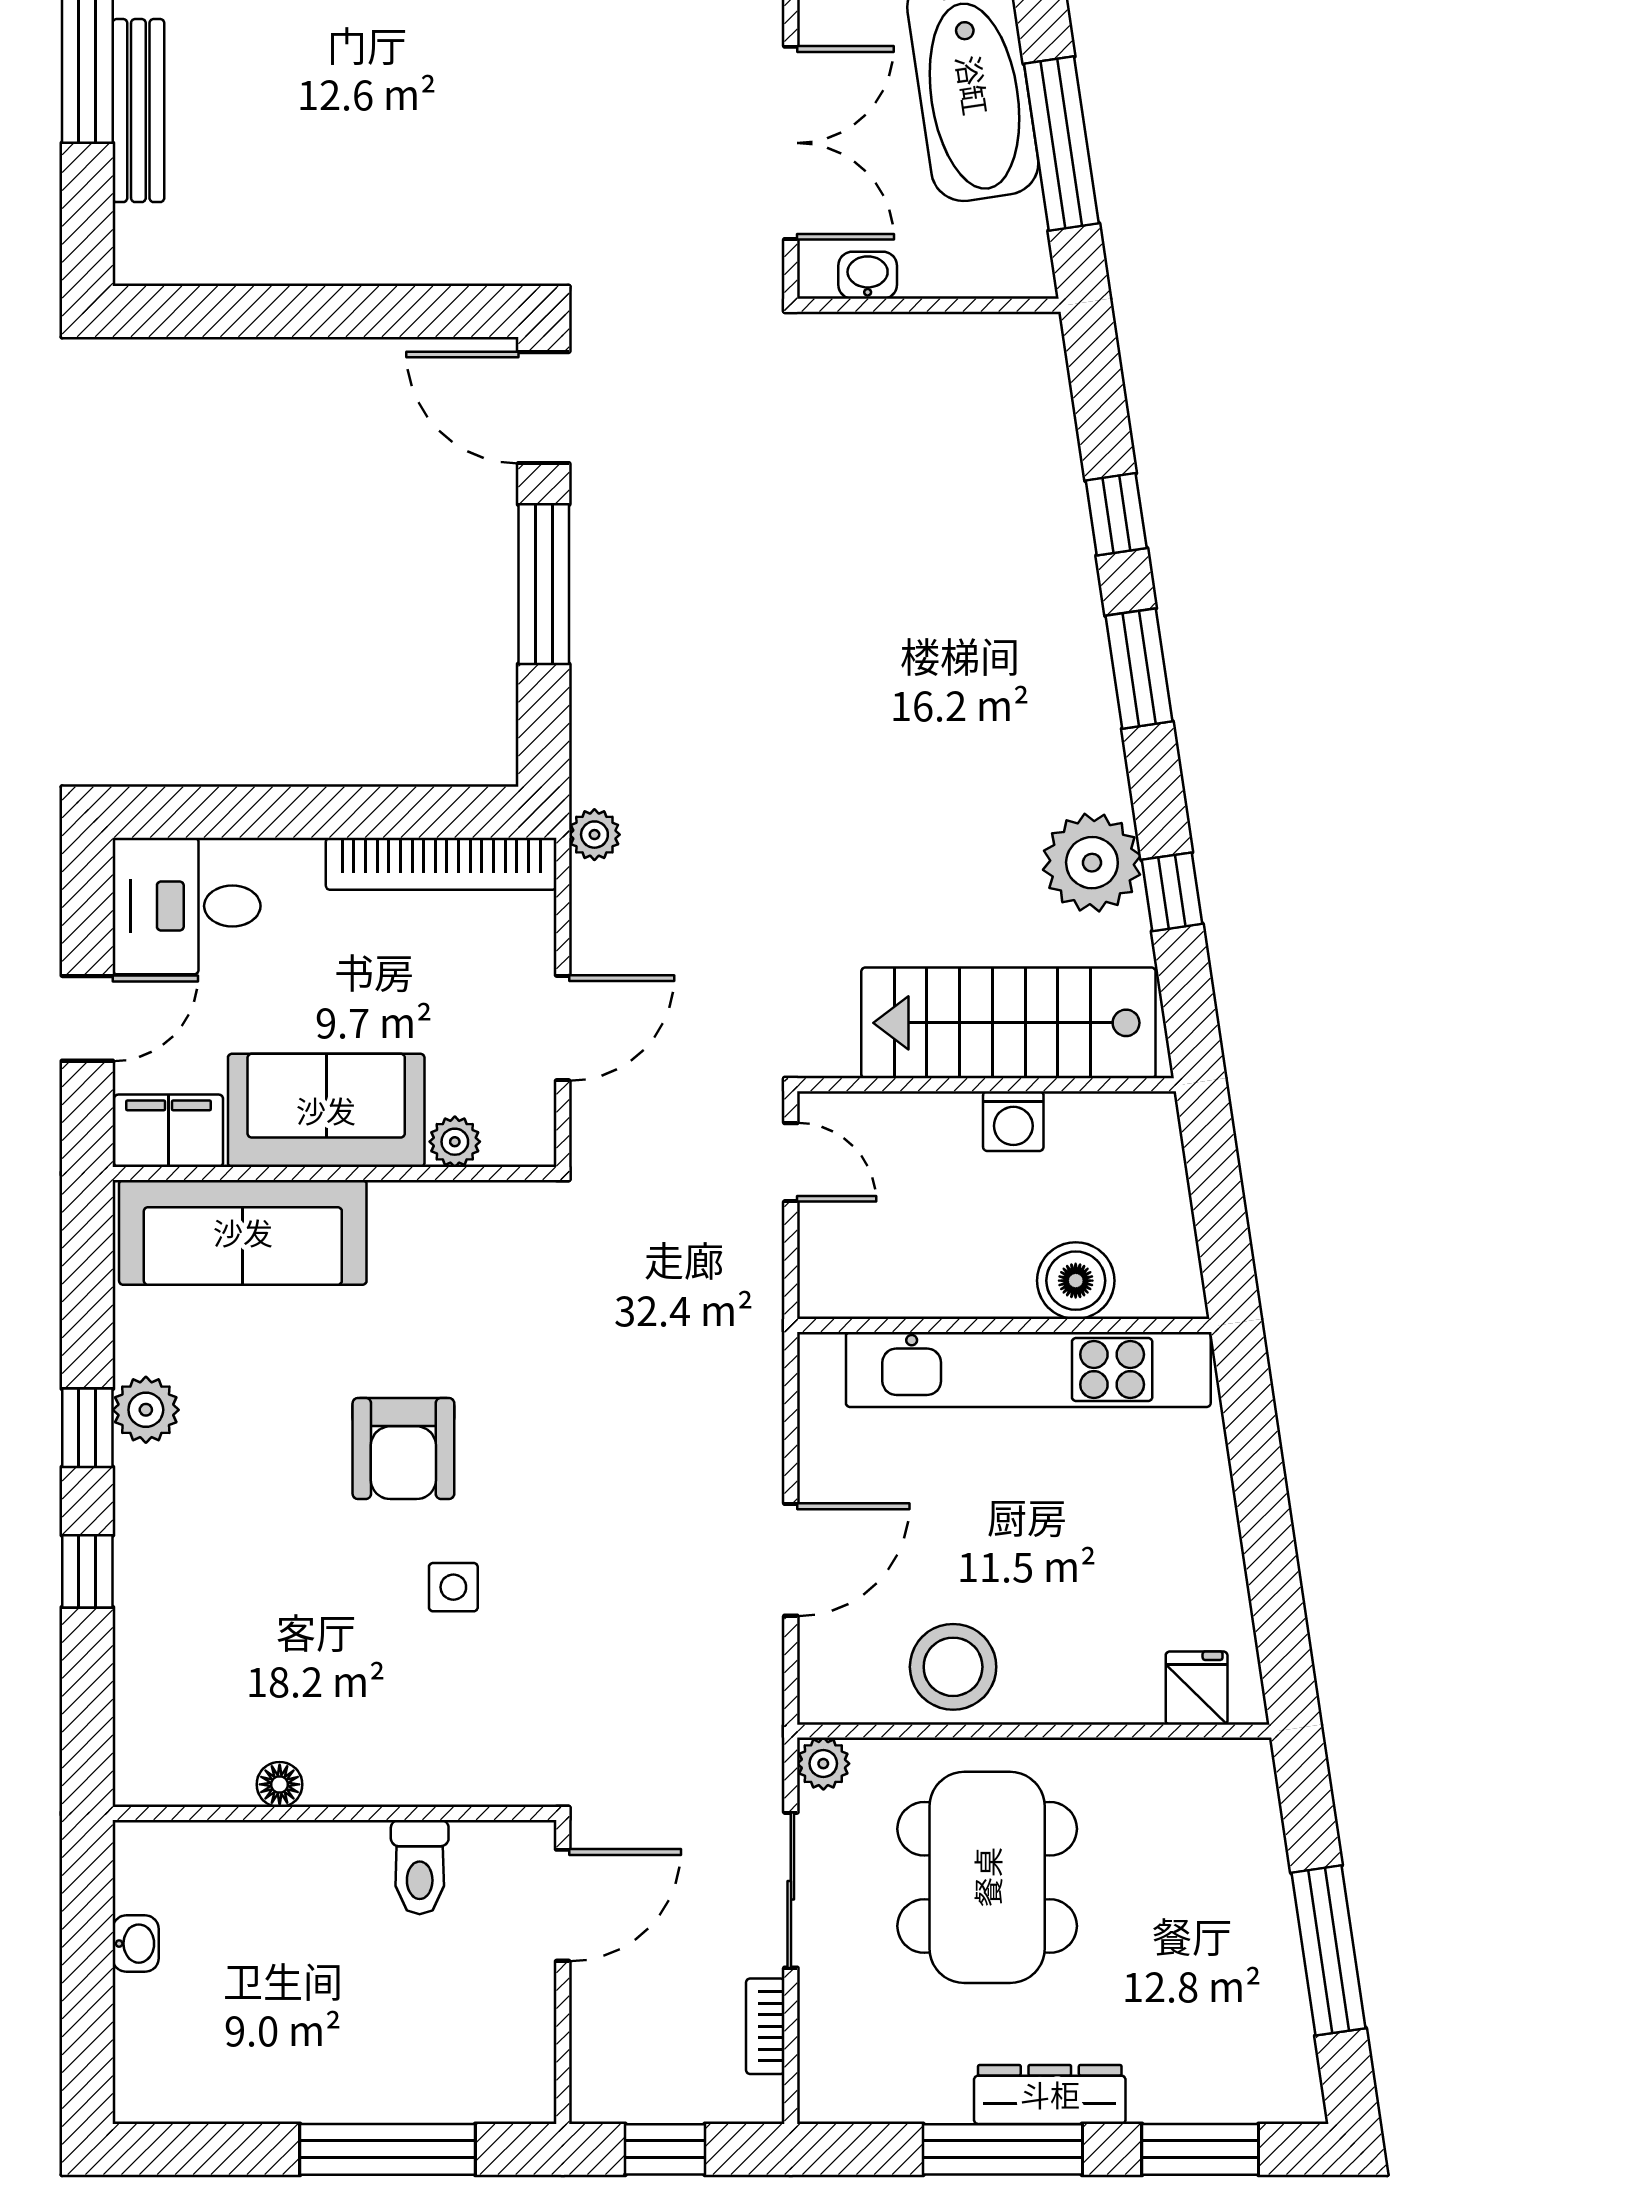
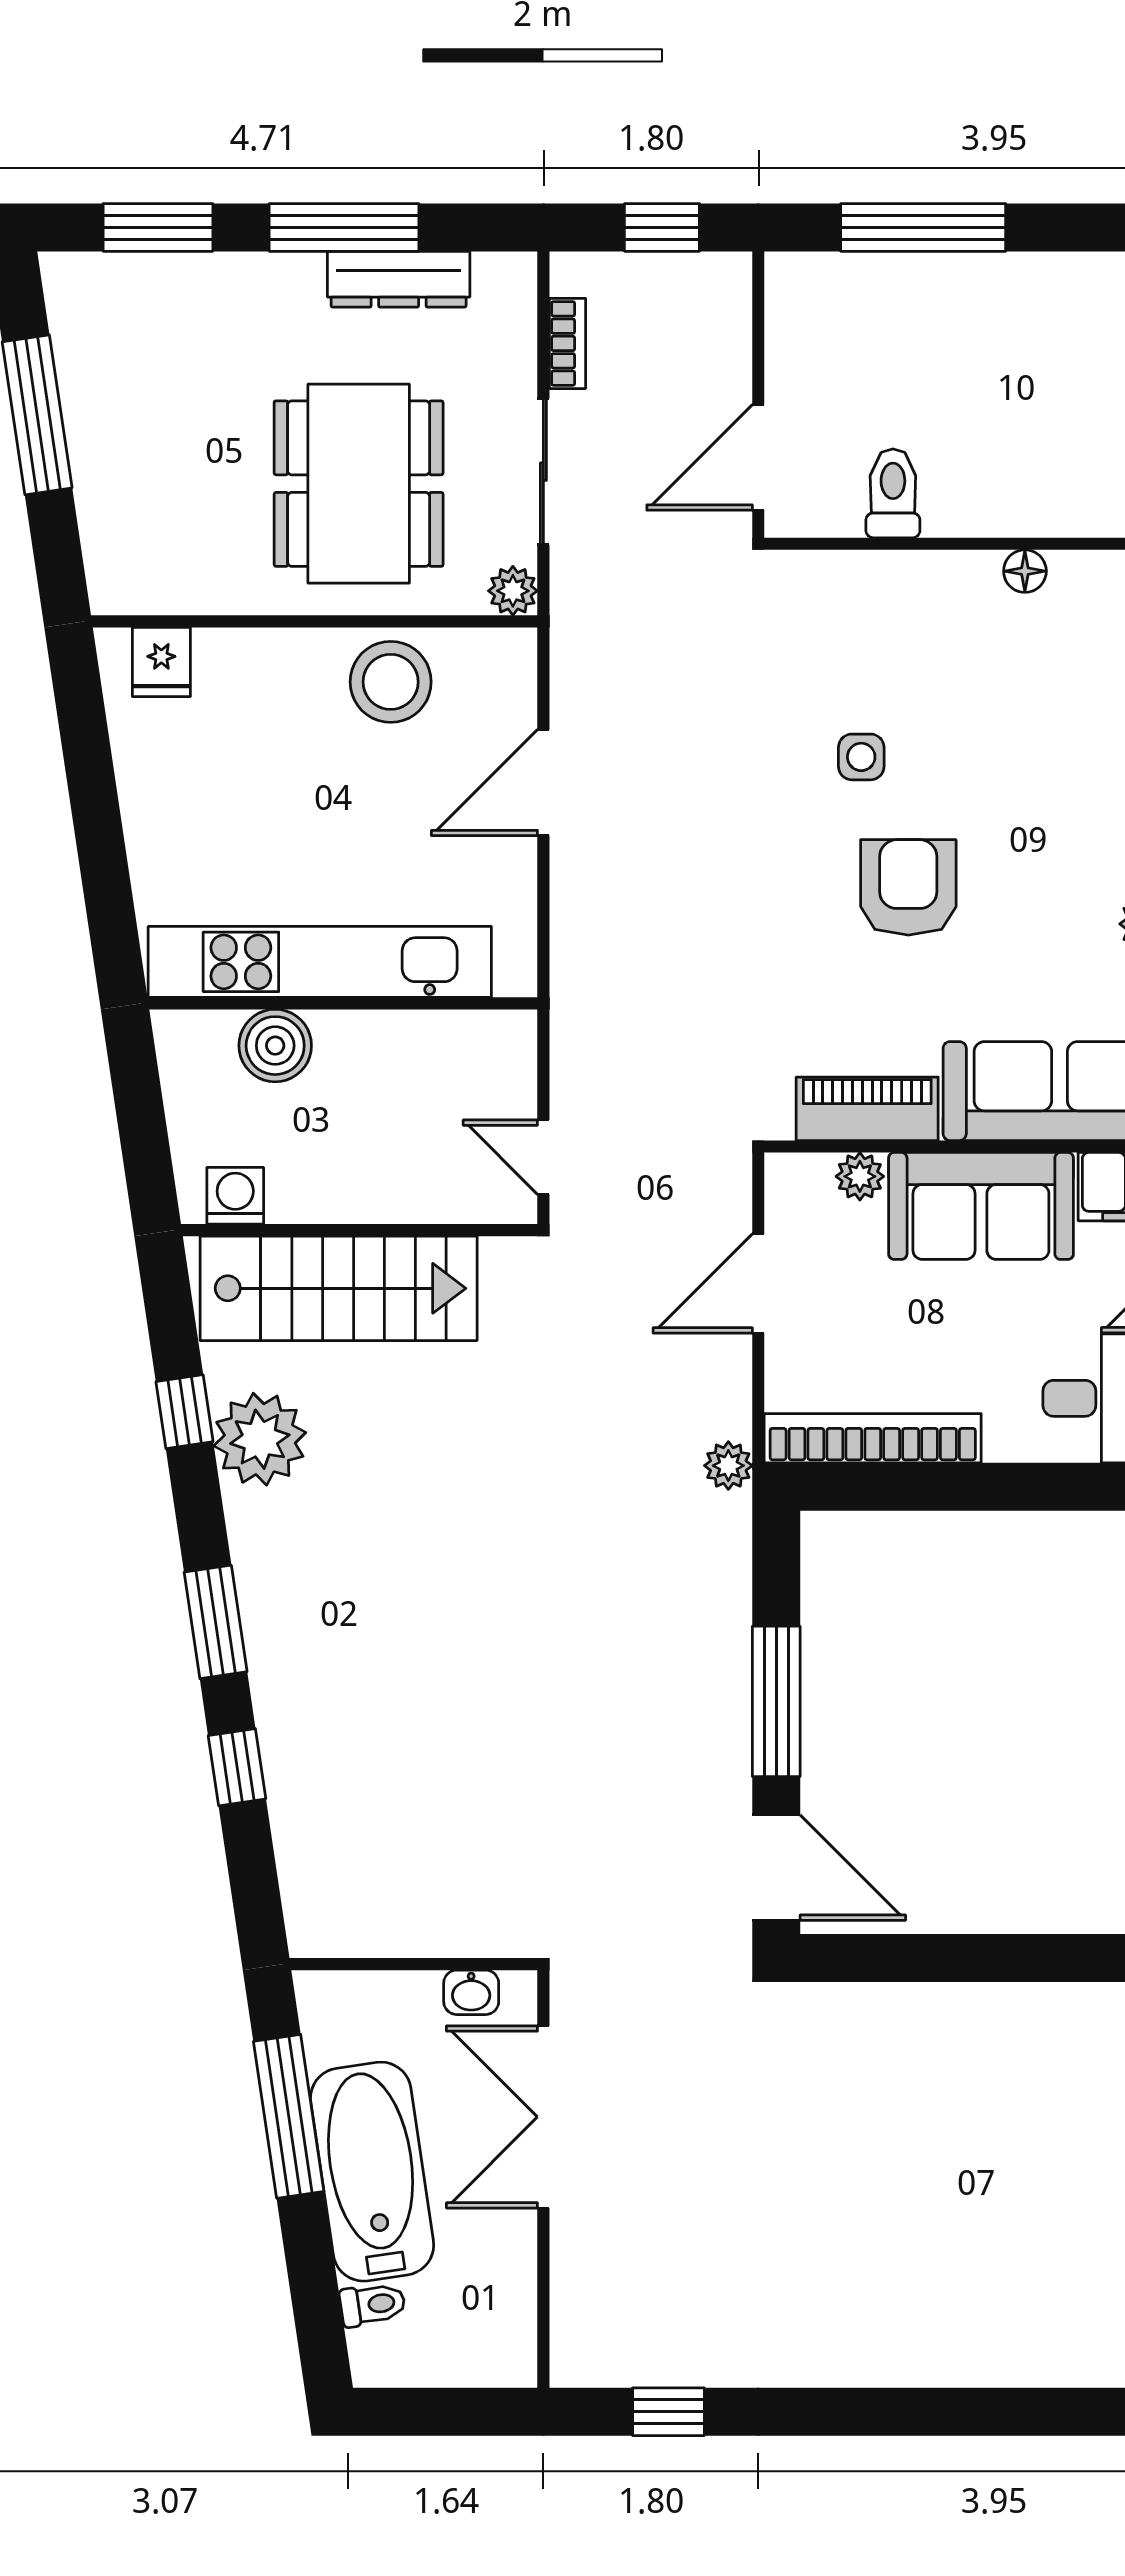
washing machine: (1013, 1121) -> (235, 1196), moved
piano: (447, 1213) -> (867, 1109), added
dresser: (1050, 2094) -> (399, 279), moved

